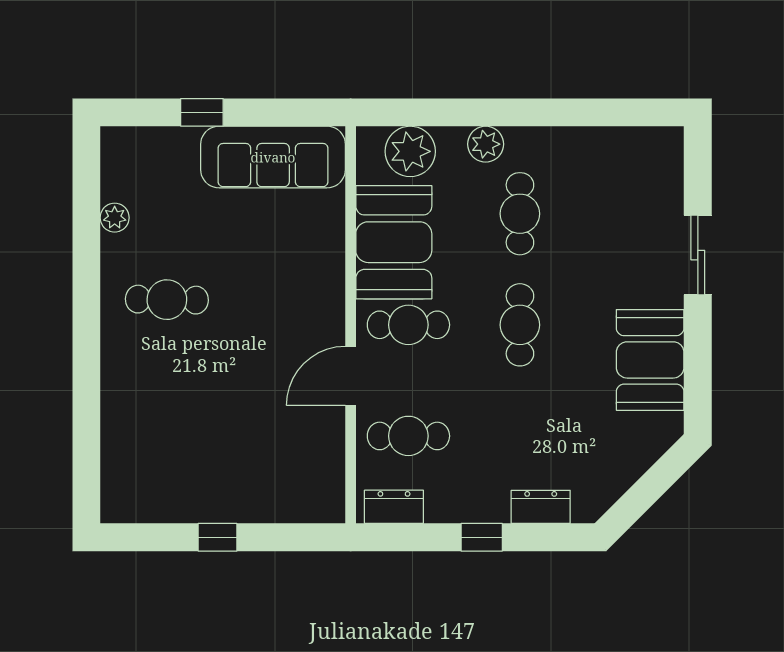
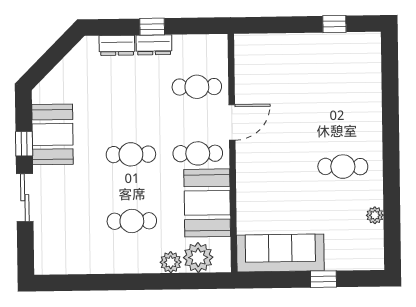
plant: (486, 144) -> (171, 262), moved
cafe table: (520, 214) -> (132, 221), turned 90
cafe table: (520, 325) -> (131, 154), turned 90
window: (698, 345) -> (24, 144), added
dresser: (394, 507) -> (154, 45), moved
window: (218, 537) -> (334, 24), moved

